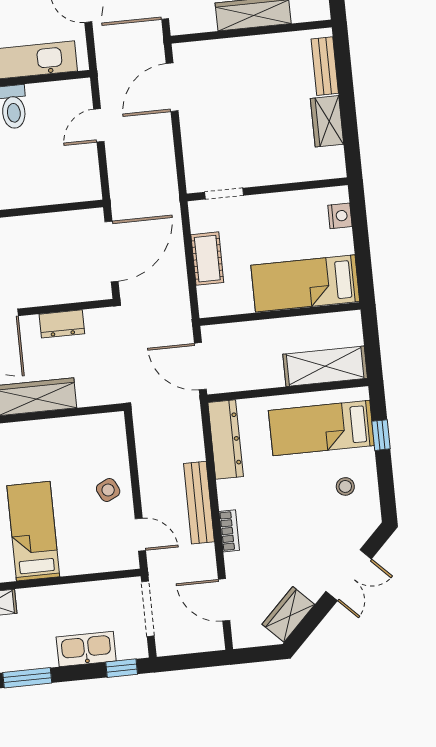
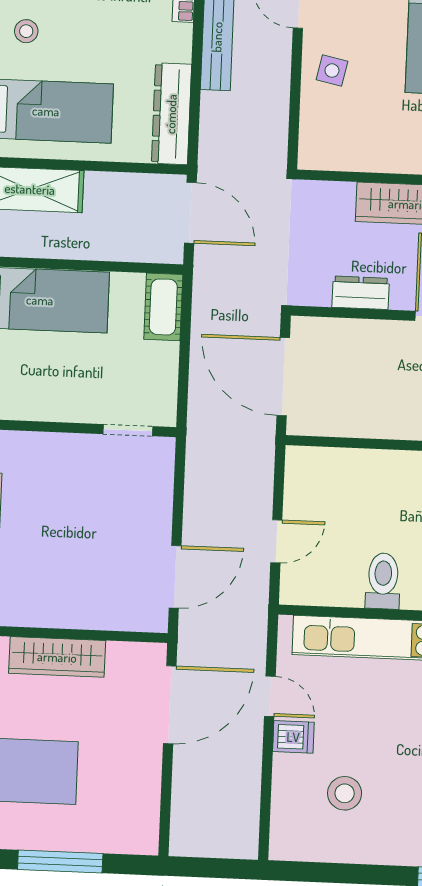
door: (112, 252) -> (283, 377), hinge flipped
cot: (207, 259) -> (163, 307), moved
side table: (108, 490) -> (332, 71), turned 38

